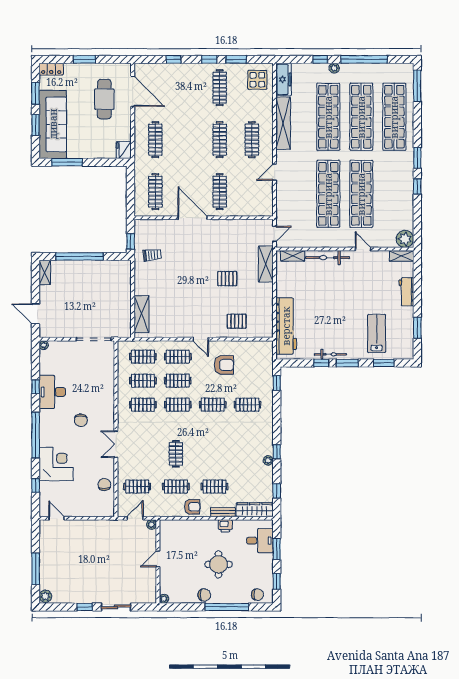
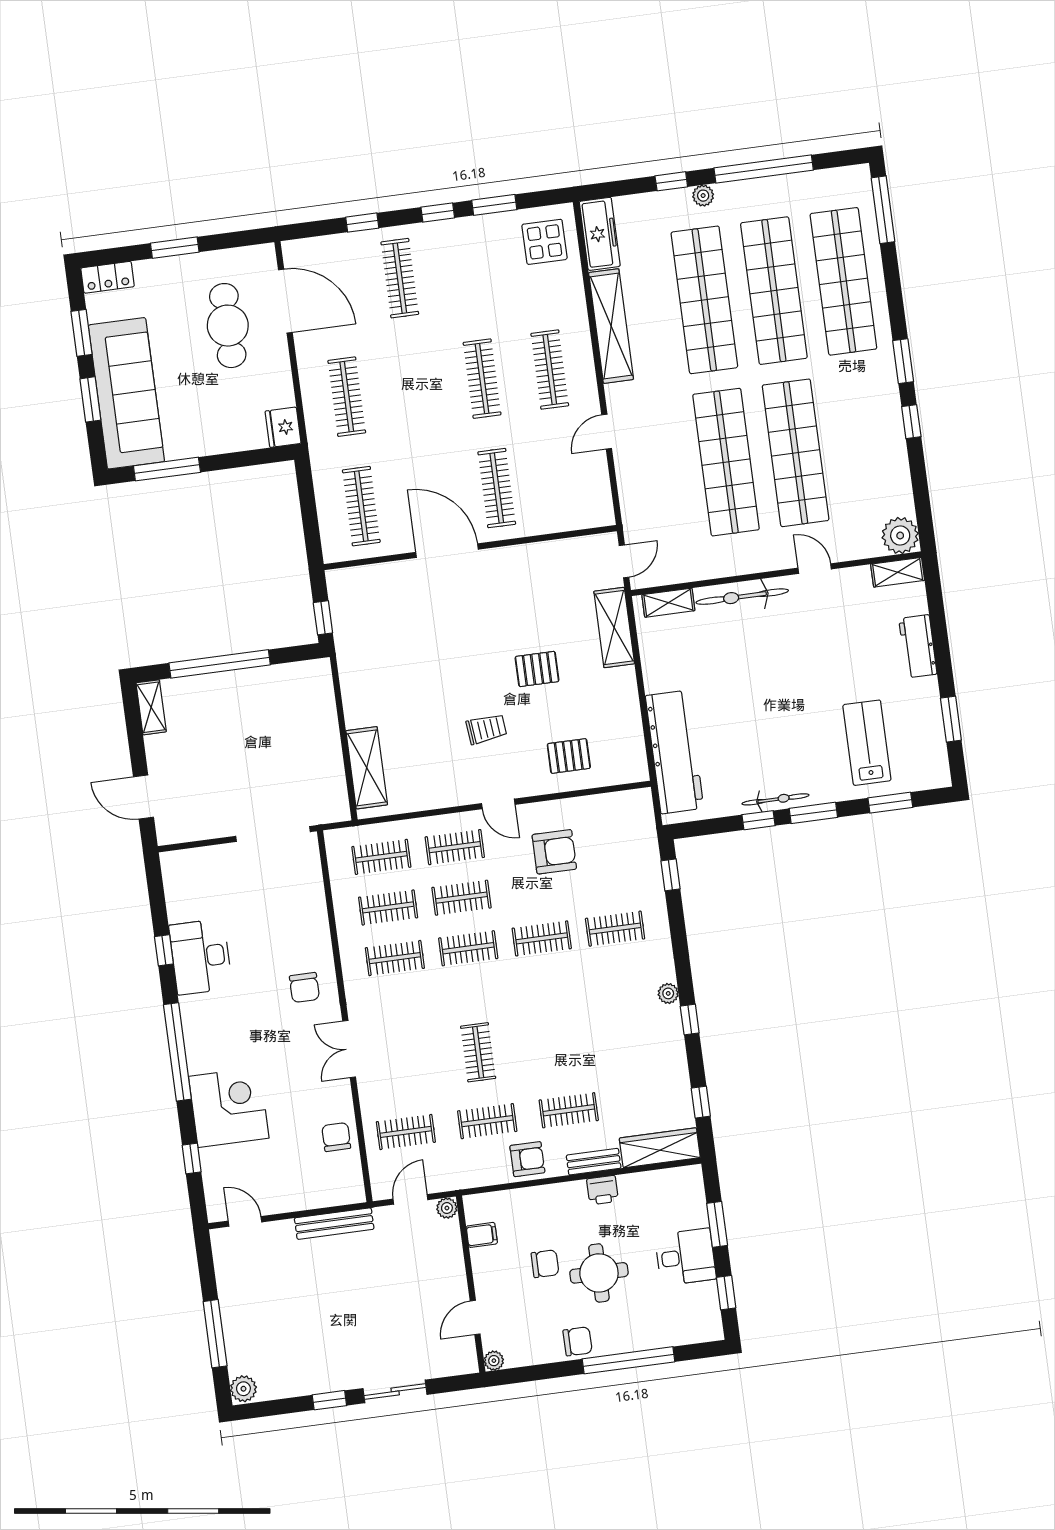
clothes rail: (220, 88) -> (400, 278), moved
trolley: (152, 255) -> (486, 729), moved
plant: (44, 345) -> (169, 861), removed
chair: (81, 420) -> (304, 988), moved
plant: (268, 460) -> (668, 993), moved
bench: (98, 525) -> (334, 1224), added
filing cabinet: (166, 539) -> (482, 1235), added
desk: (260, 541) -> (685, 1257), moved
door: (158, 559) -> (475, 1317), moved
chair: (257, 595) -> (545, 1264), moved

